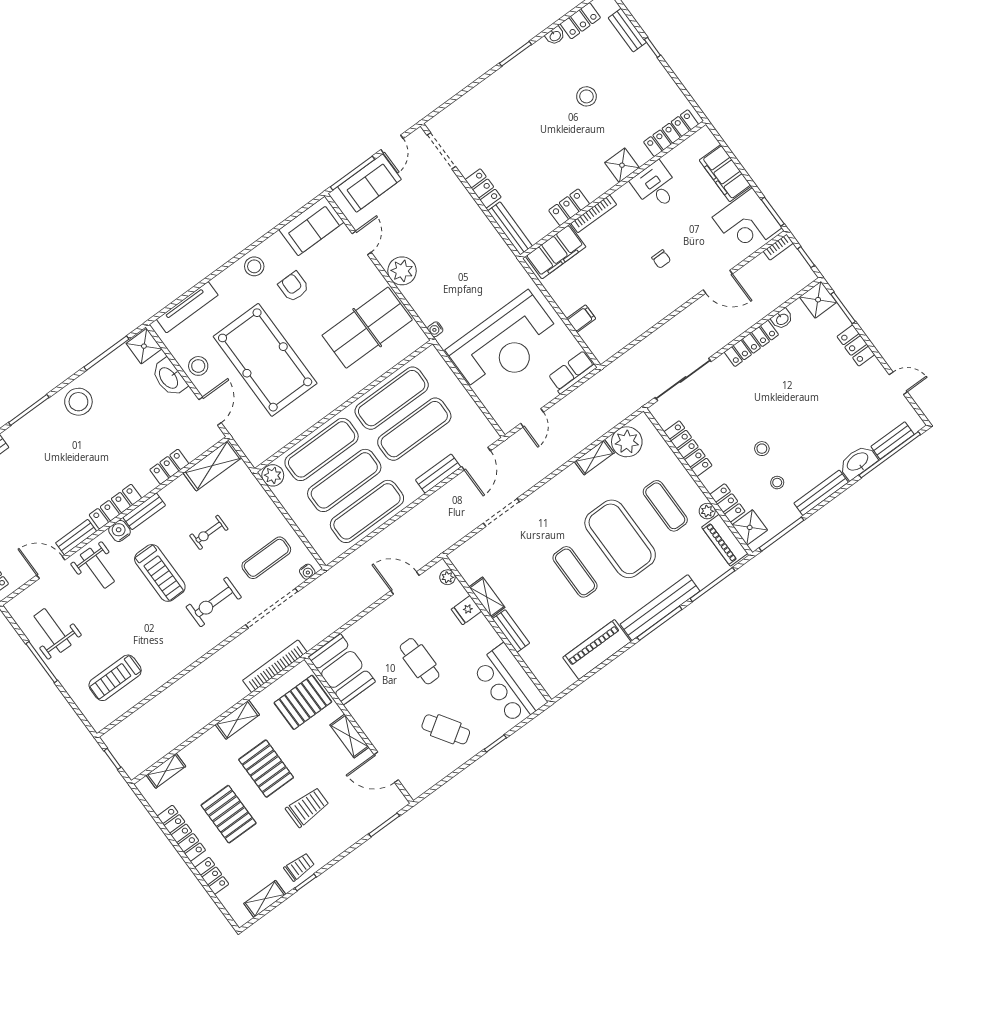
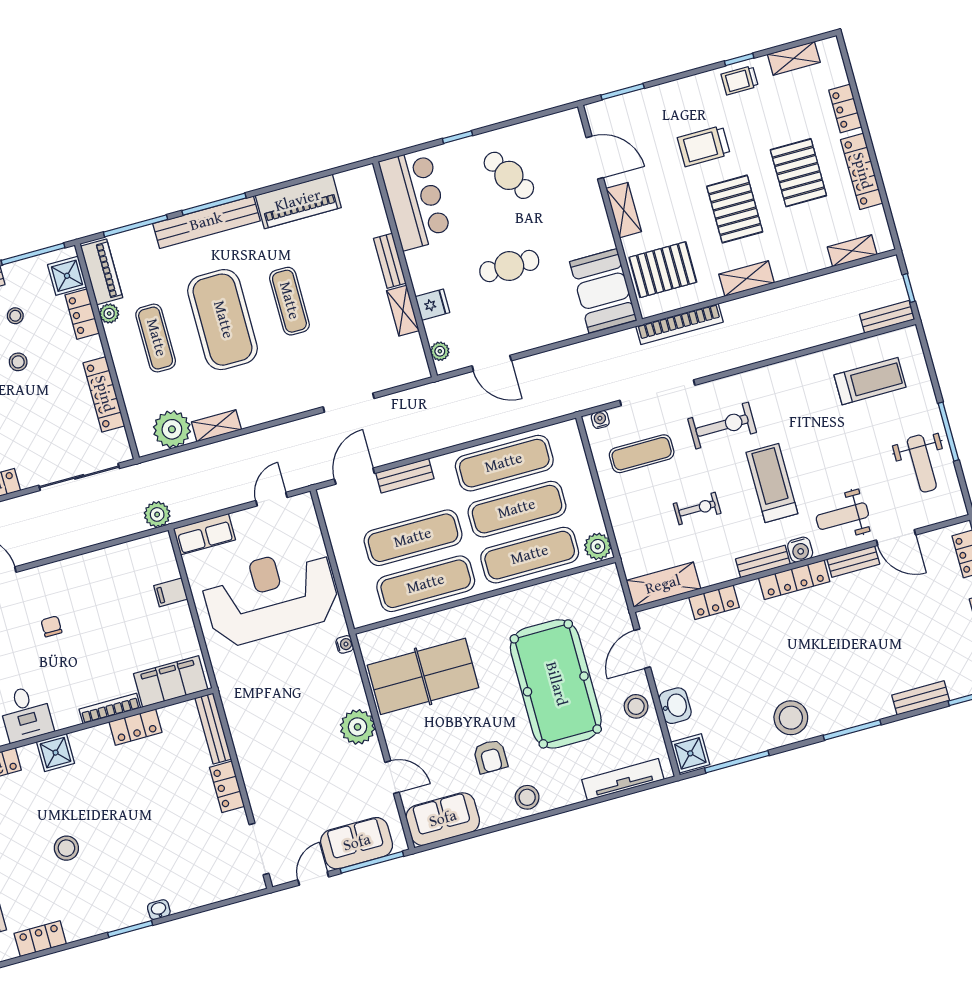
washbasin: (555, 36) -> (159, 910), moved
door: (362, 243) -> (392, 777), swing flipped
plant: (614, 374) -> (157, 514), added
washbasin: (169, 378) -> (675, 706), width x0.72
weight bench: (97, 568) -> (842, 516), turned -90
cafe table: (420, 661) -> (509, 266), turned 90
bench: (121, 731) -> (887, 317), added

